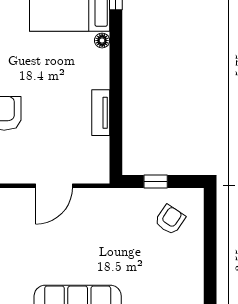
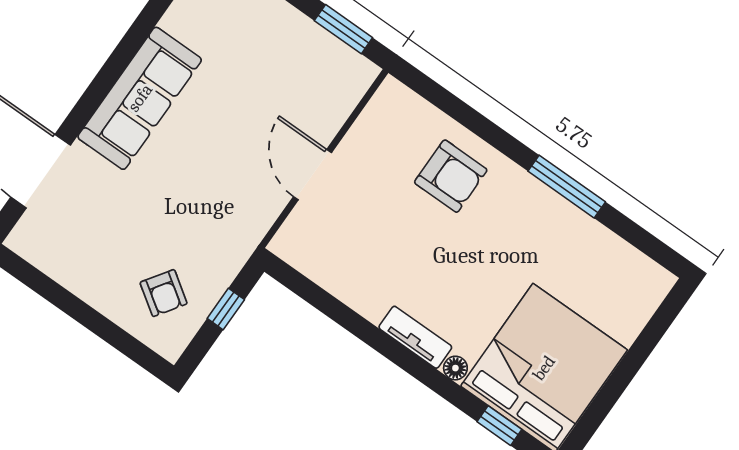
tv unit: (101, 113) -> (415, 337), moved

